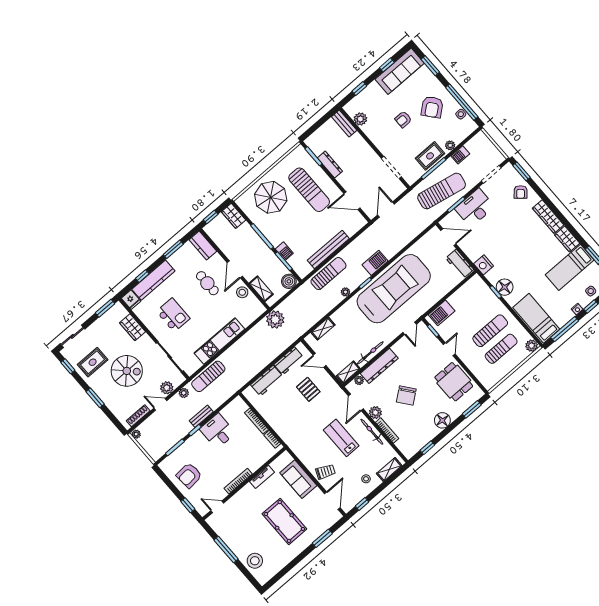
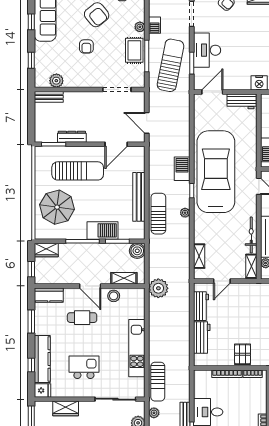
barbecue: (284, 251) -> (102, 230), width x1.88, depth x1.53
pallet: (308, 389) -> (243, 354), moved, turned 90

